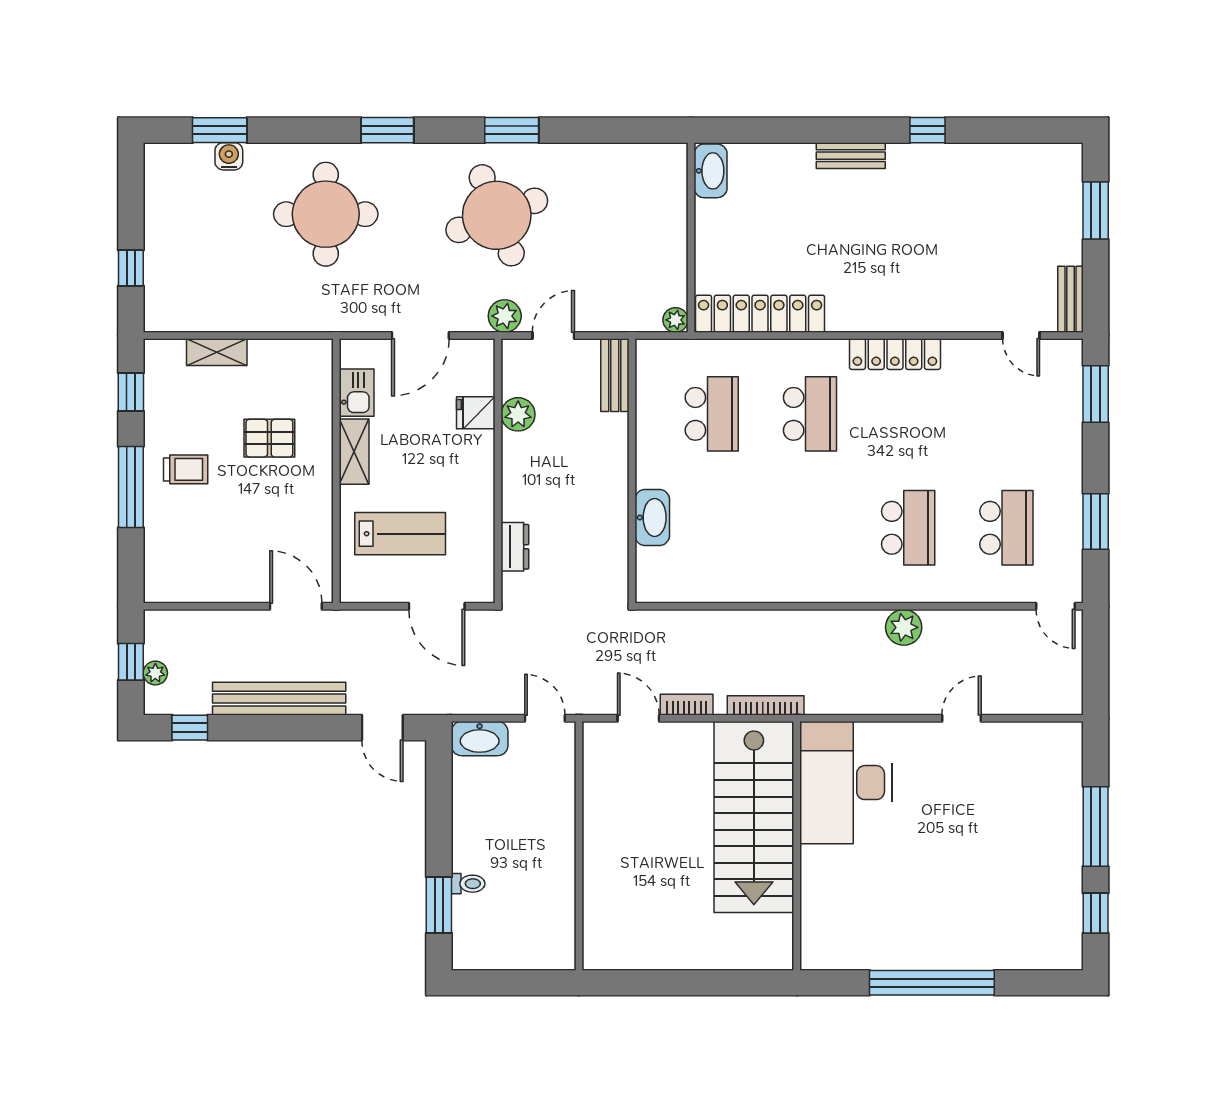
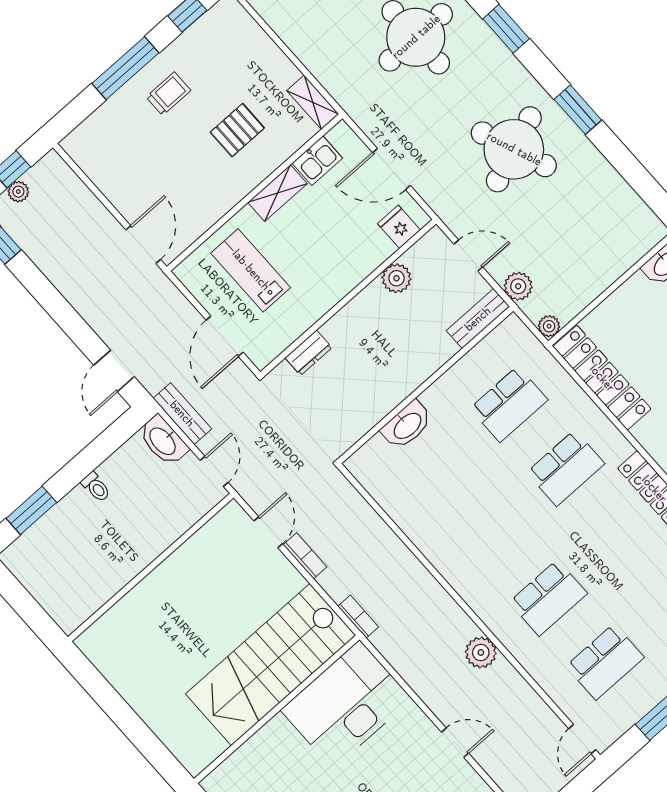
plant: (505, 316) -> (518, 286), moved
shelving: (217, 352) -> (313, 102), moved
fridge: (476, 413) -> (399, 227), moved
pallet: (269, 438) -> (237, 130), turned 90
trolley: (186, 469) -> (168, 94), turned -90
lab bench: (400, 534) -> (251, 270), turned 180
bench: (279, 699) -> (182, 414), moved, width x0.54, depth x0.82
bookcase: (766, 705) -> (358, 617), width x0.64
toilet: (468, 884) -> (96, 487), moved

